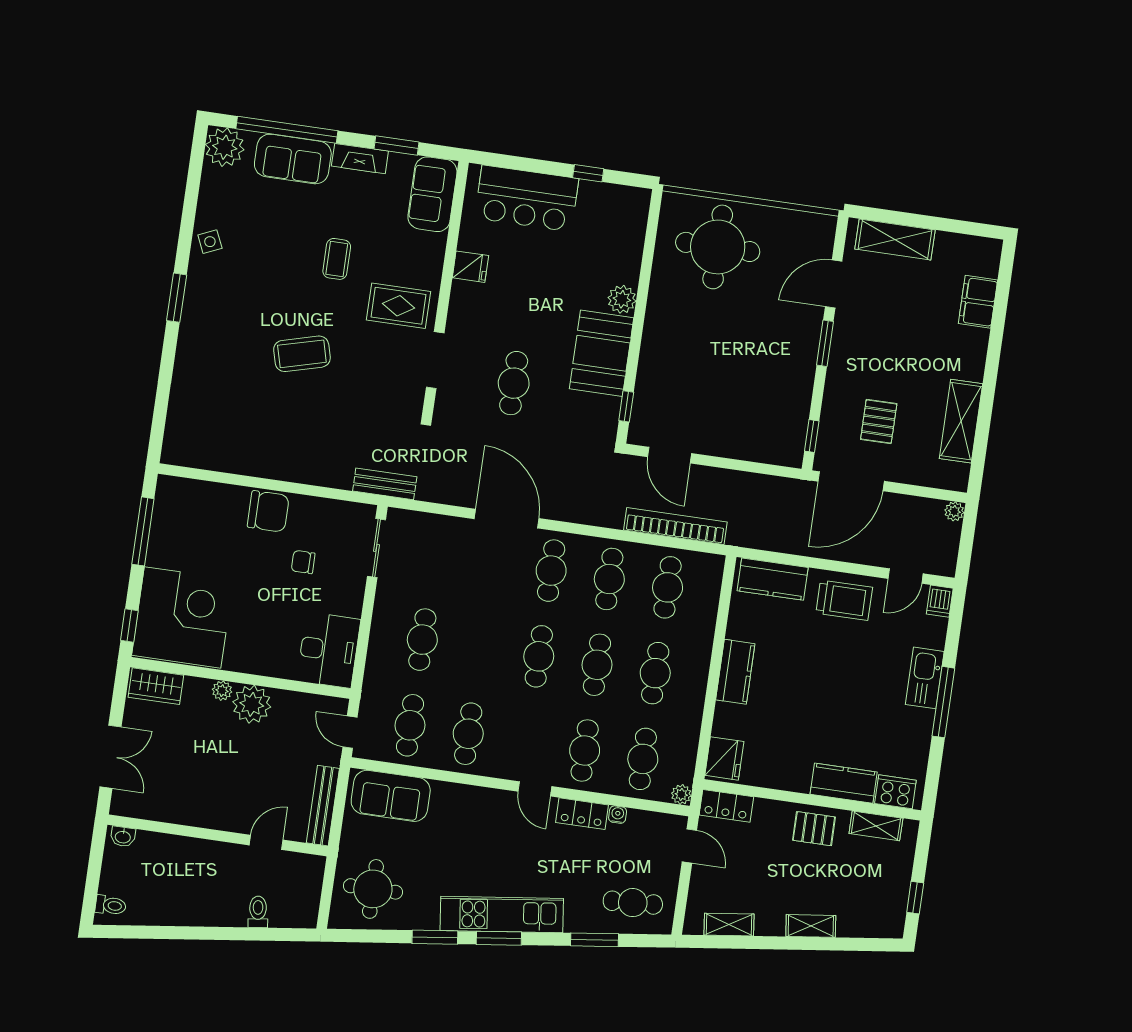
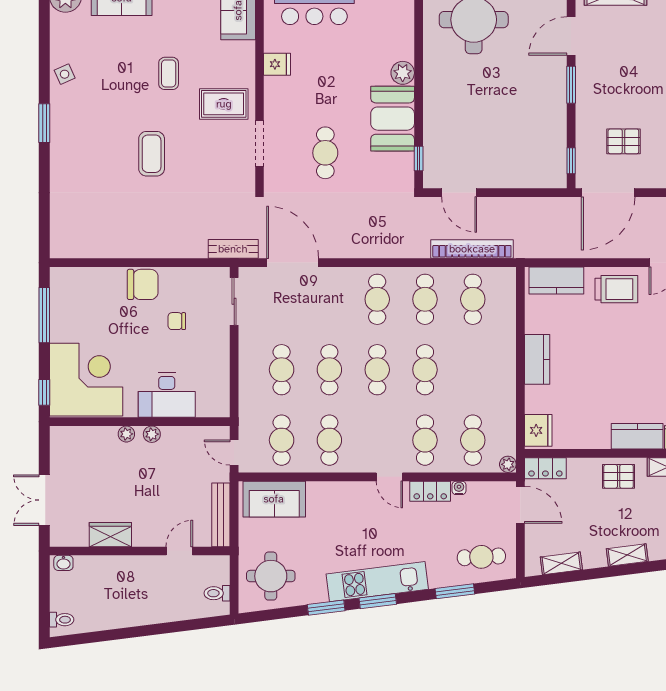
coffee table: (302, 354) -> (152, 154), turned -75
pallet: (879, 421) -> (623, 141), turned 90
door: (507, 519) -> (293, 263), moved
desk: (329, 650) -> (167, 395), moved, turned 90
cafe table: (655, 673) -> (329, 370), moved
wardrobe: (156, 686) -> (110, 535), moved, turned 180
plant: (252, 704) -> (152, 434), width x0.53, depth x0.53
double door: (110, 757) -> (44, 500), swing flipped
door: (689, 846) -> (520, 505), width x1.38
toilet: (258, 912) -> (217, 593), moved, turned -83

